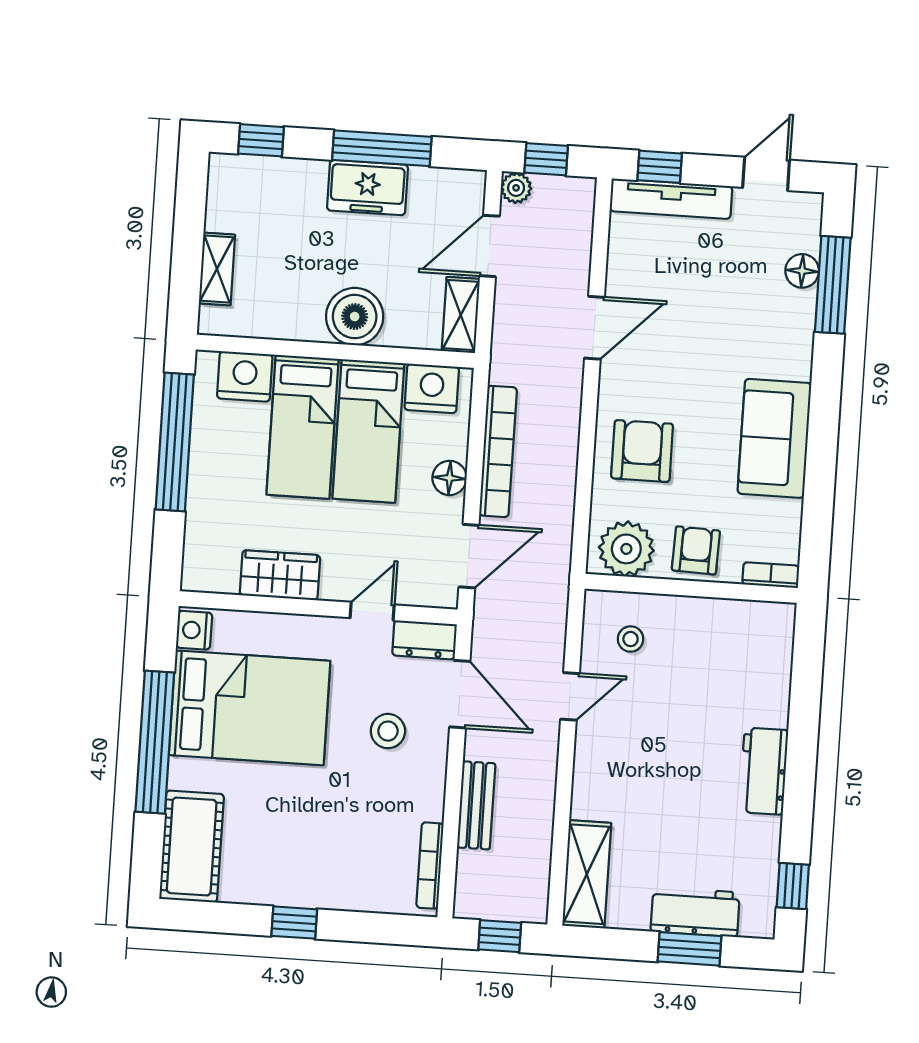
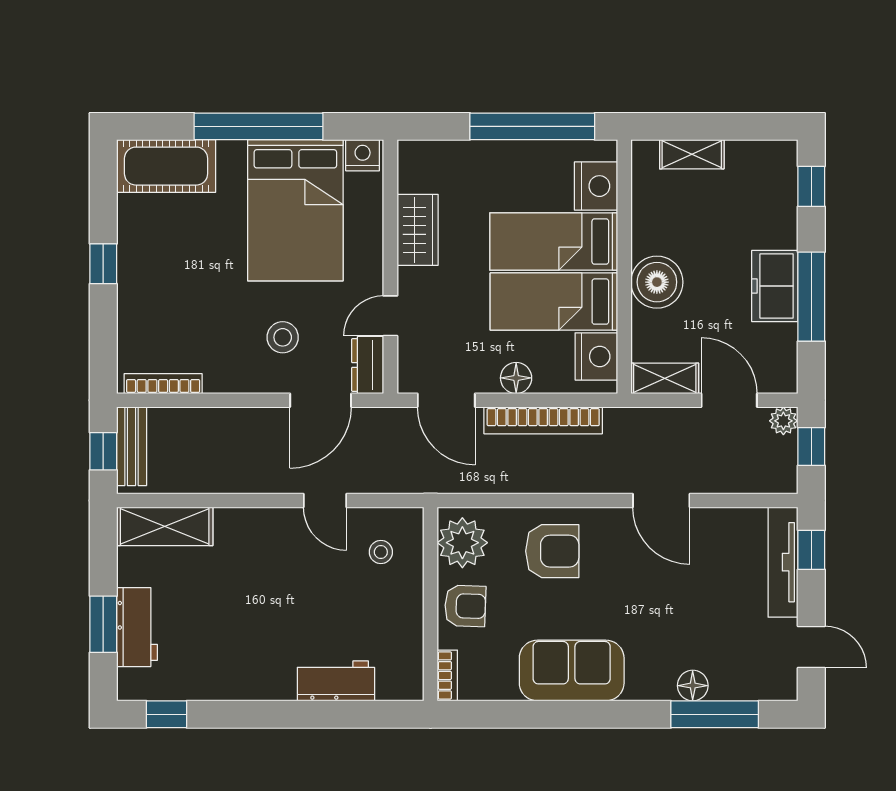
floor lamp: (802, 271) -> (693, 686), moved
door: (372, 611) -> (390, 316), swing flipped
workbench: (764, 771) -> (336, 681), moved
bench: (476, 805) -> (132, 446), moved, turned 90

